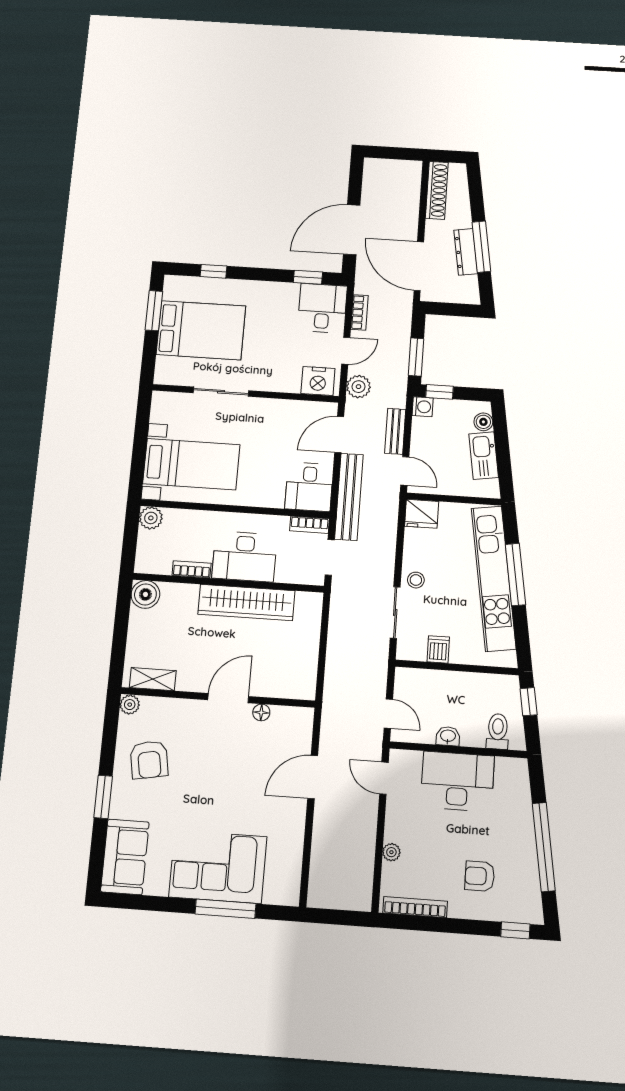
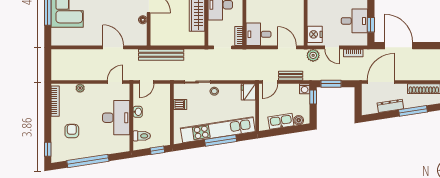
window: (481, 247) -> (413, 111), moved
desk: (322, 308) -> (354, 21), moved
bench: (349, 497) -> (161, 55), moved

